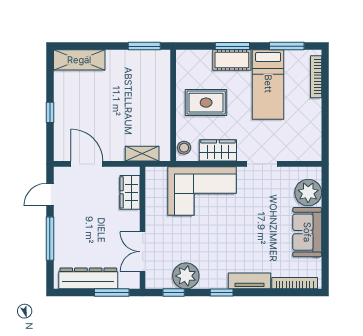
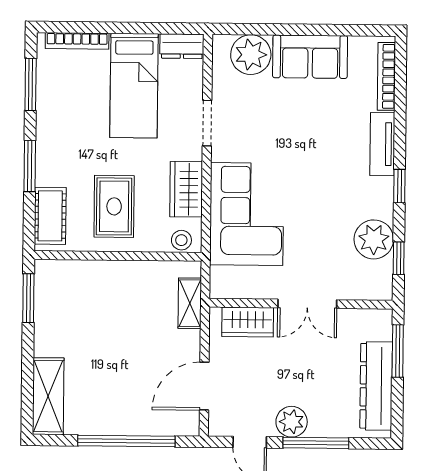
cot: (232, 60) -> (50, 216), moved
bed: (268, 84) -> (134, 86), moved, turned 90
window: (50, 112) -> (126, 441), width x3.17
dresser: (313, 147) -> (182, 46), added
plant: (64, 222) -> (292, 422), added
double door: (143, 252) -> (307, 304), moved

